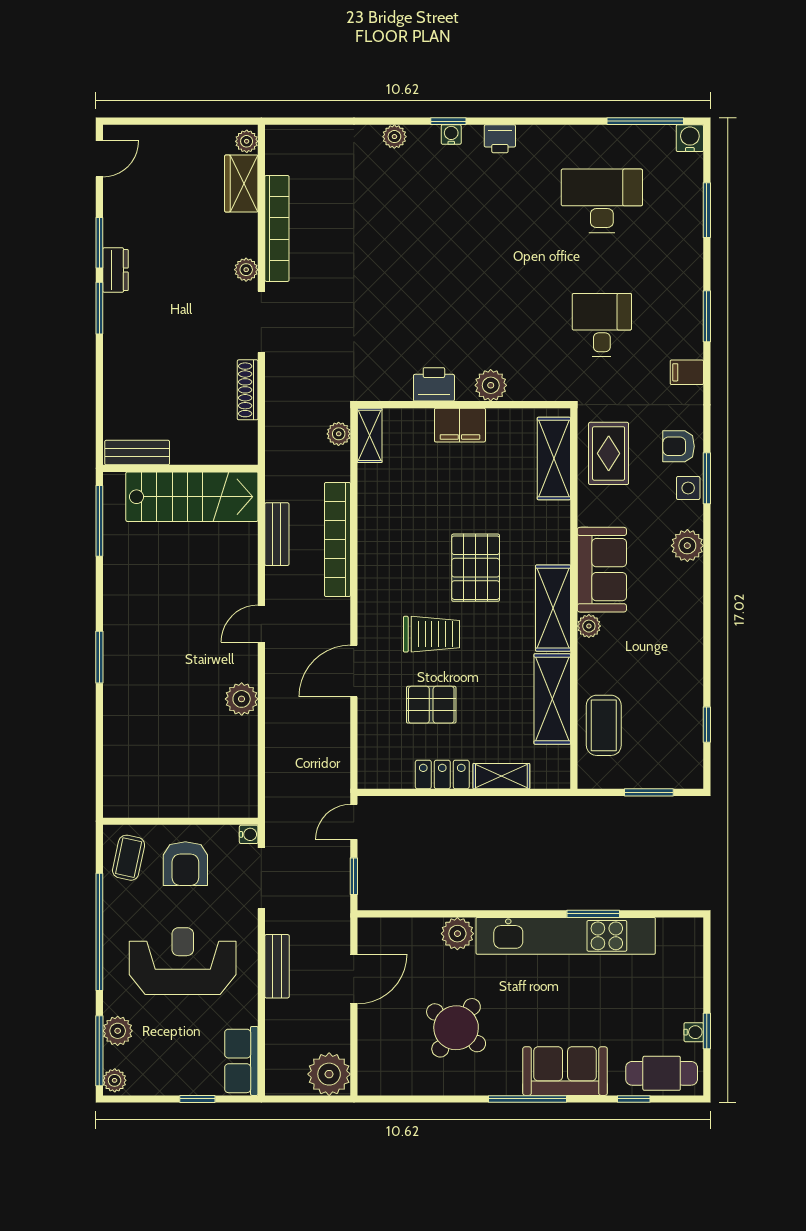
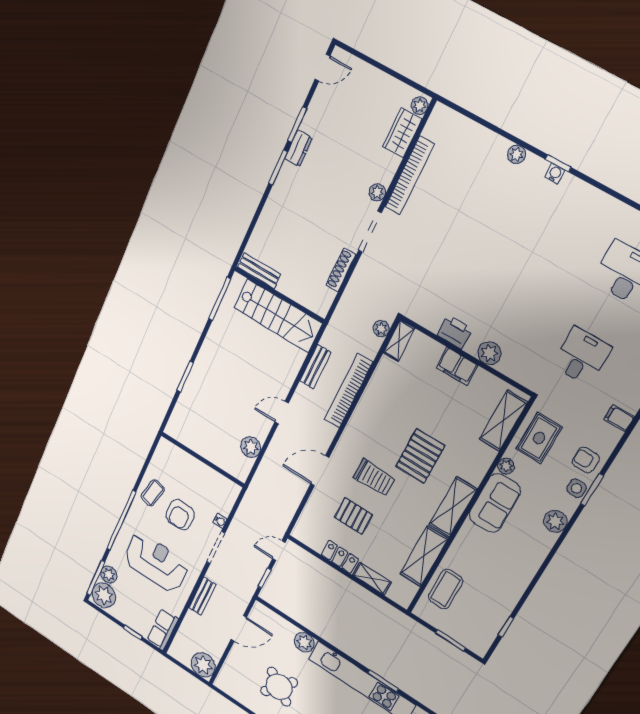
printer: (500, 139) -> (586, 194), removed
plant: (589, 626) -> (506, 466), moved
wall: (180, 821) -> (202, 460), moved
plant: (115, 1080) -> (104, 595), width x1.88, depth x1.88

